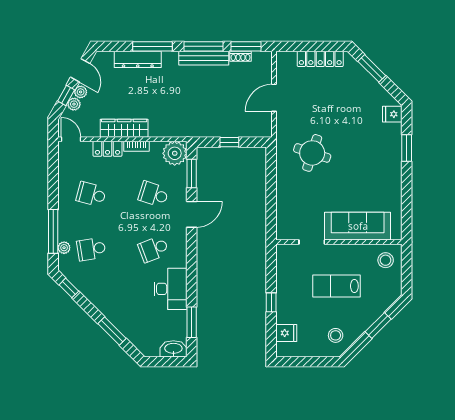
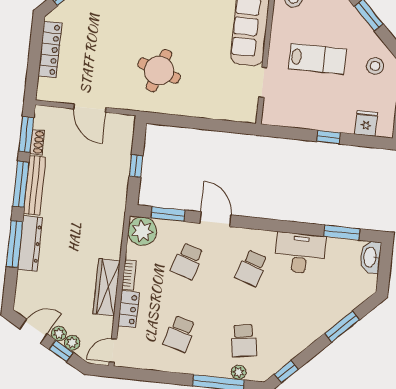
dresser: (138, 59) -> (30, 243), moved
school desk: (153, 249) -> (251, 268), turned 39
lab bench: (336, 286) -> (317, 59), turned -90

